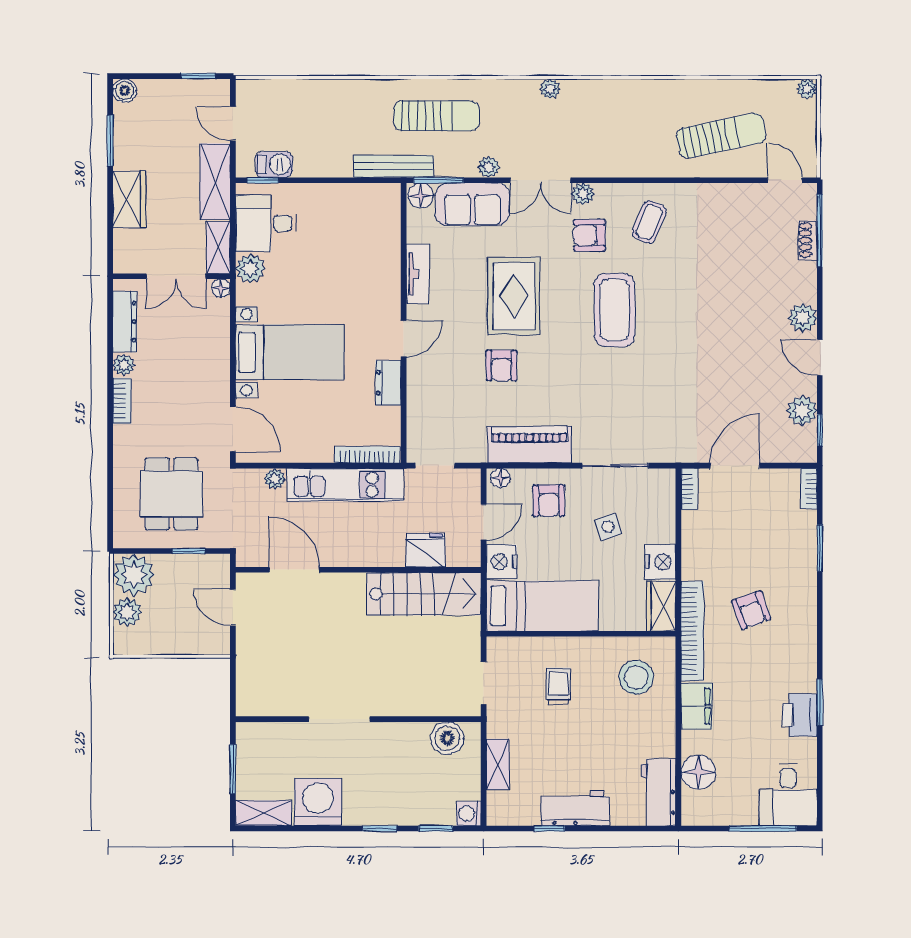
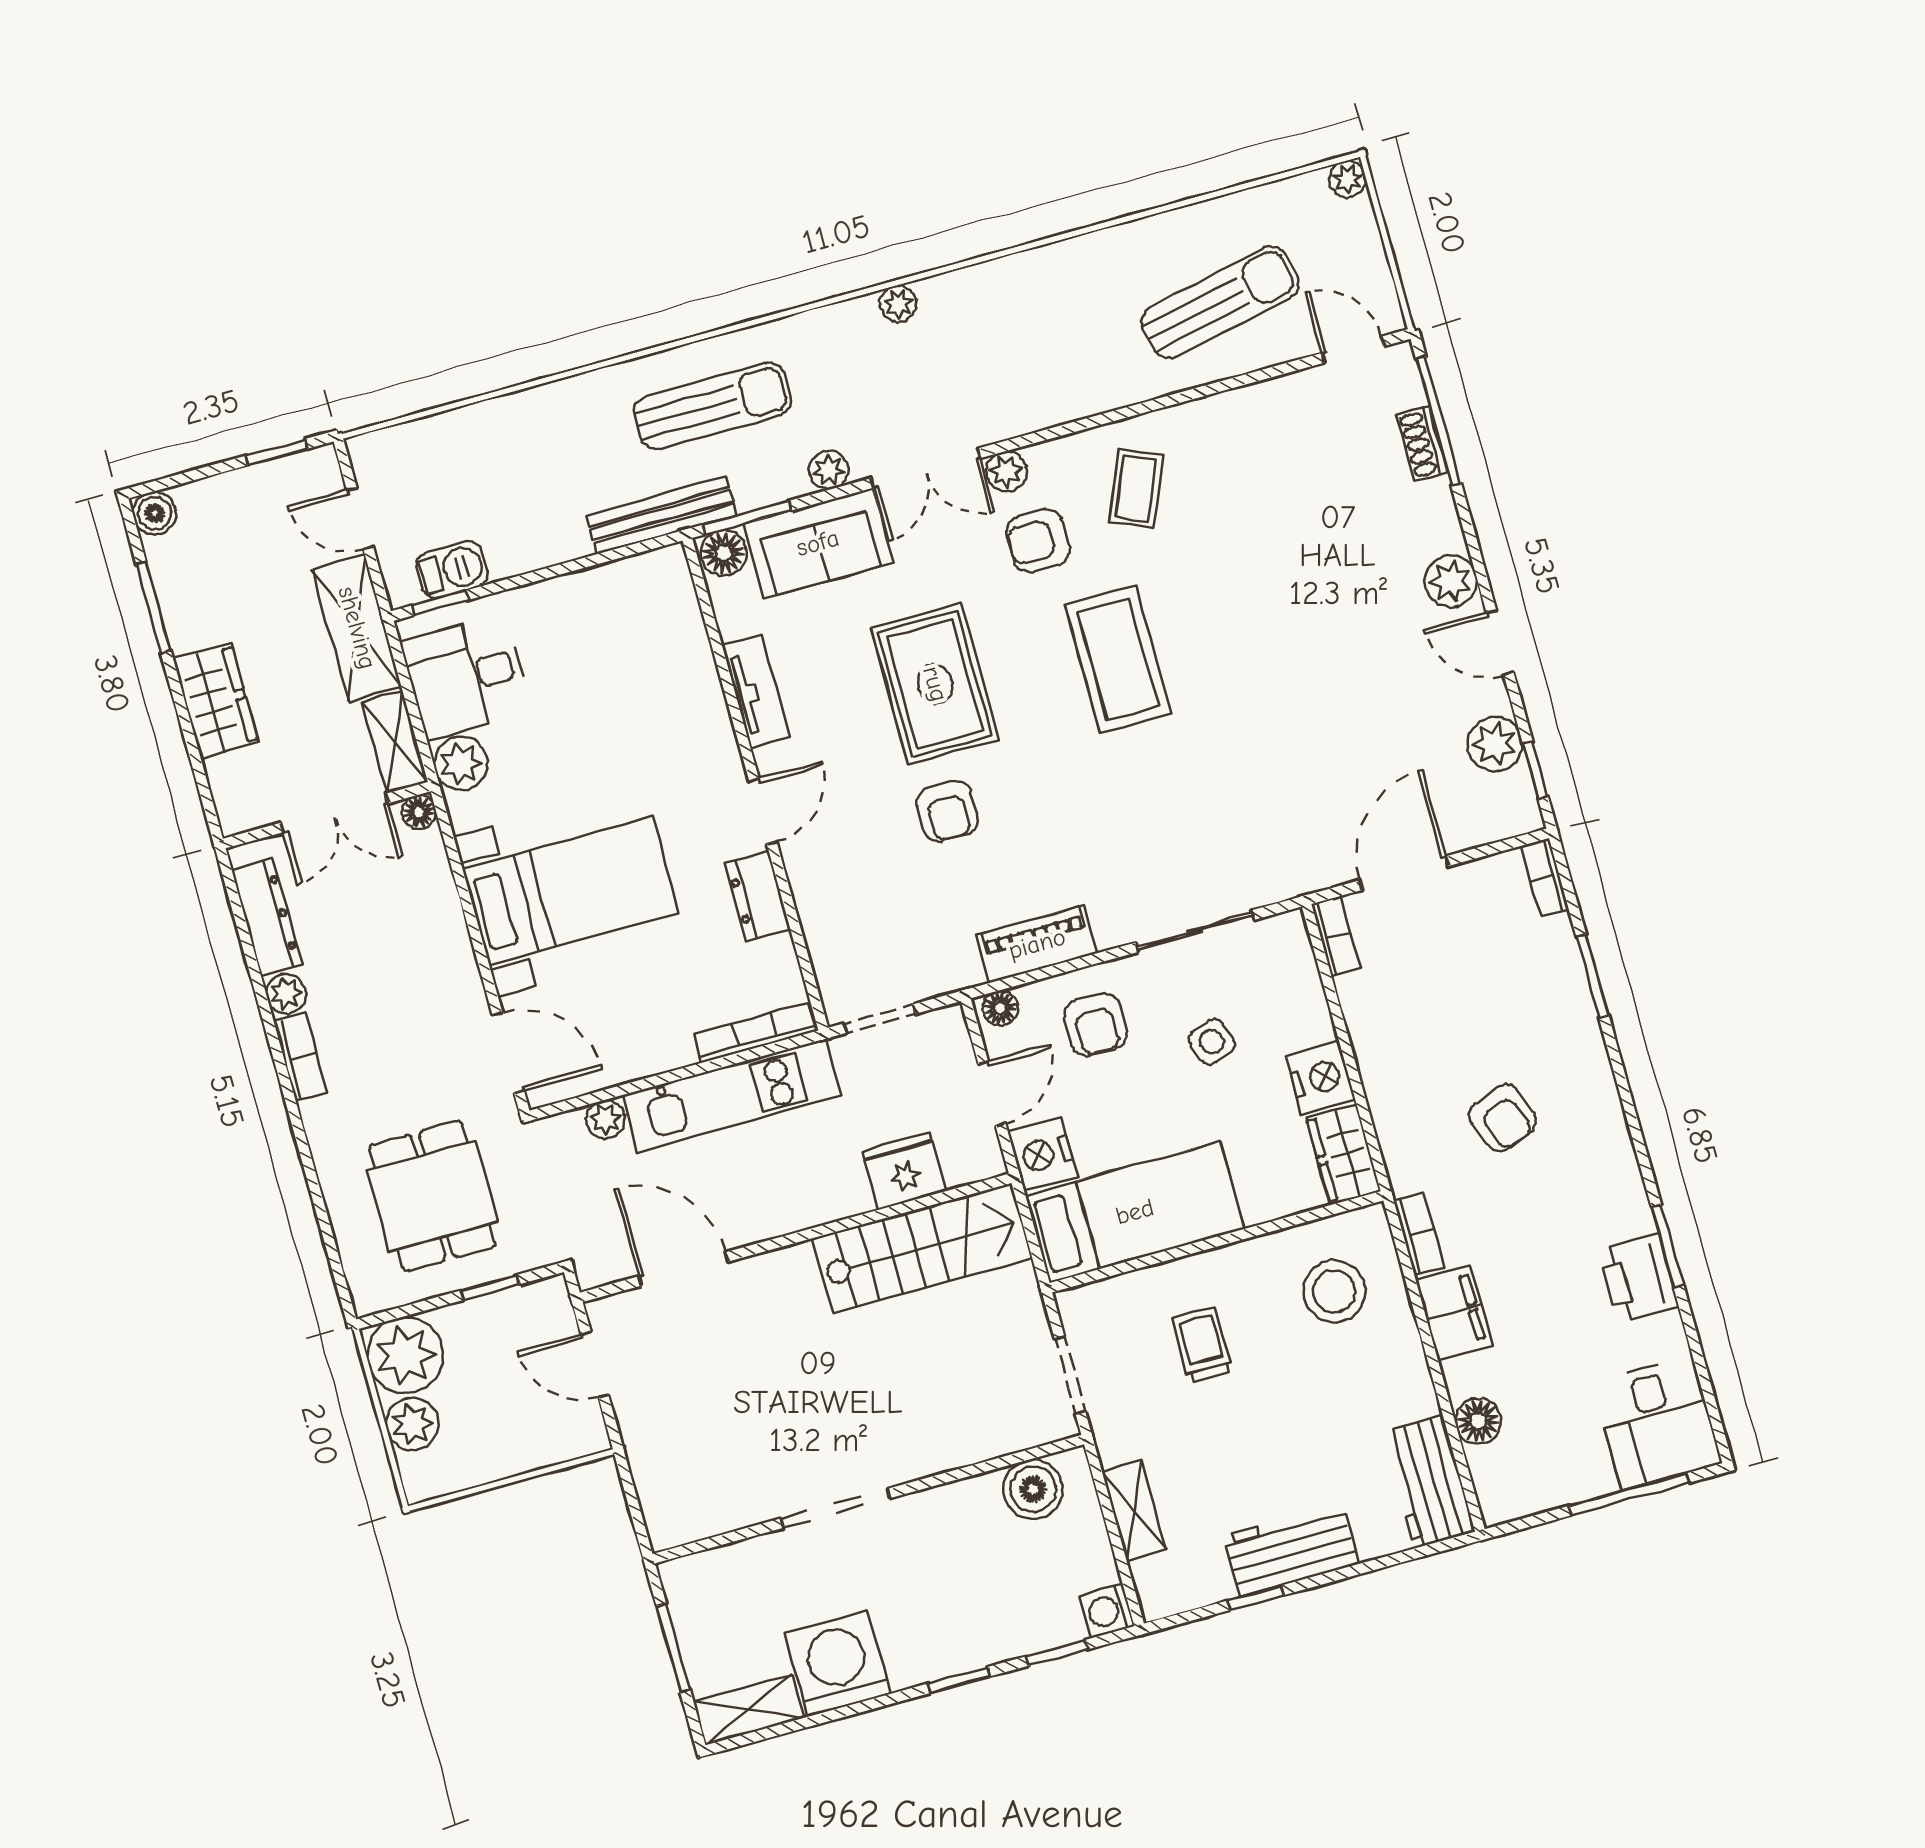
piano: (529, 445) -> (1037, 944), width x0.73, depth x0.75
bookcase: (692, 631) -> (1419, 1234), width x0.43, depth x0.76
floor lamp: (698, 772) -> (1478, 1421), width x0.73, depth x0.73

